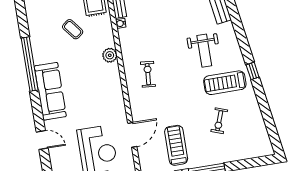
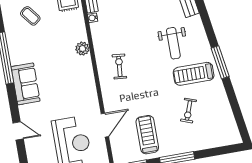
coffee table: (73, 29) -> (30, 16), moved
window: (253, 71) -> (220, 62), width x2.17
sofa: (50, 91) -> (26, 84), width x0.73

